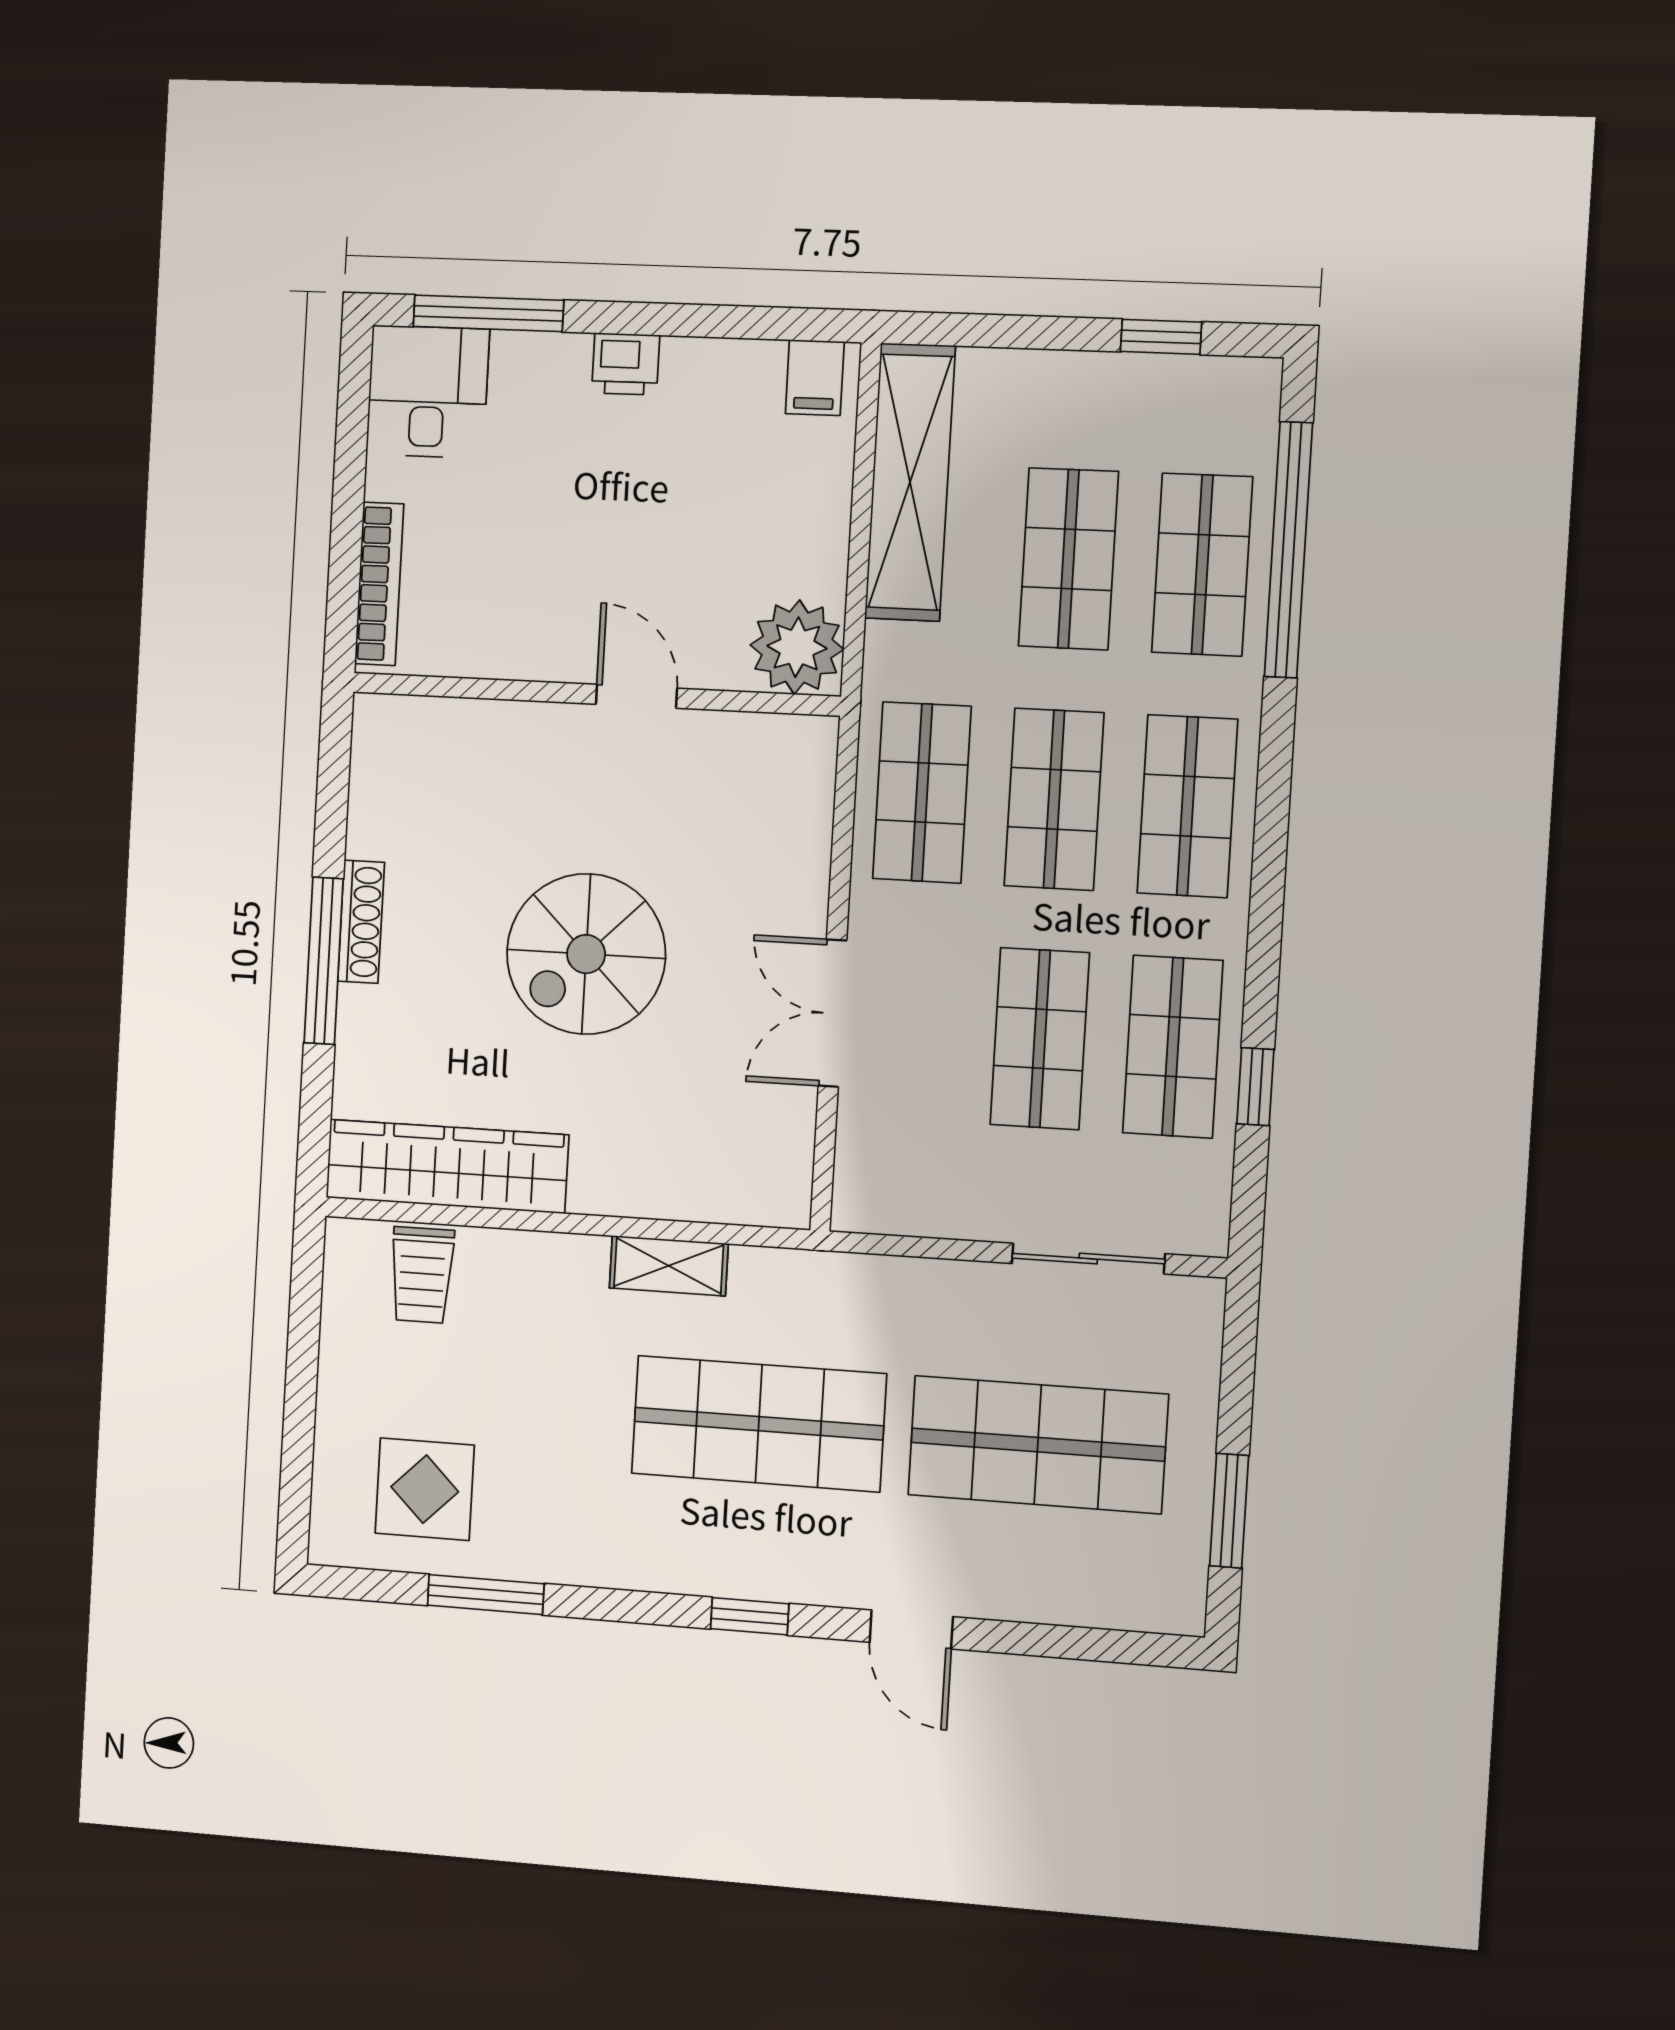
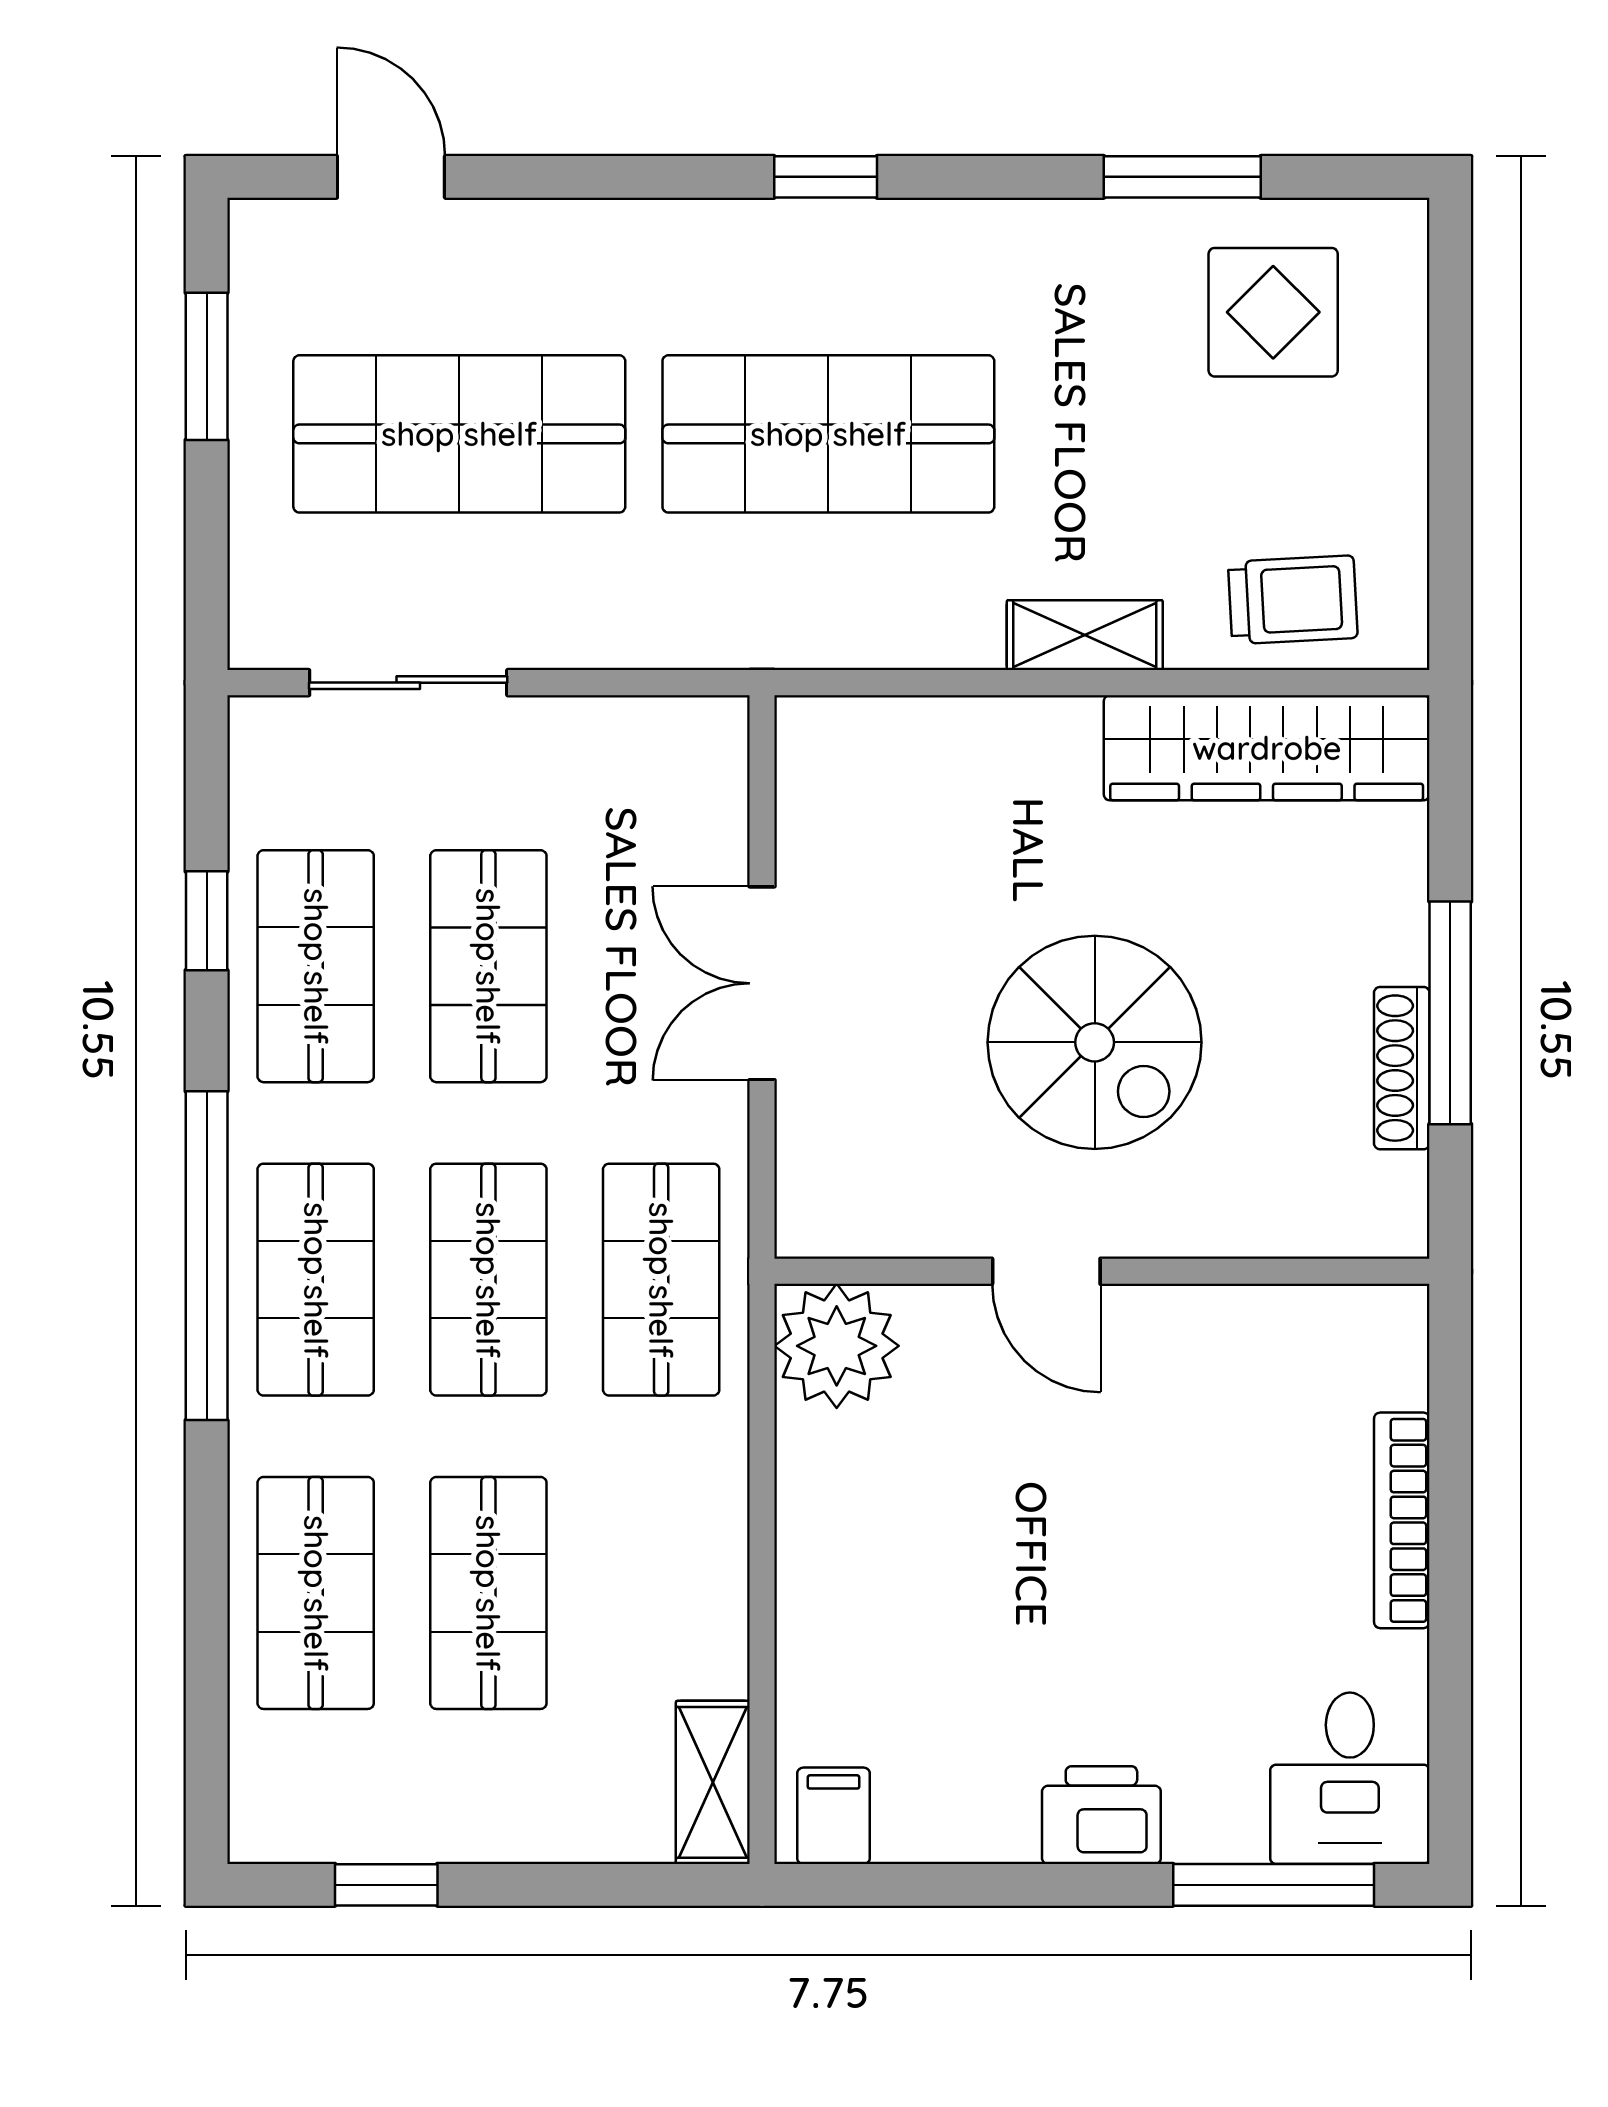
printer: (626, 364) -> (1101, 1815), width x1.36, depth x1.24
shelving: (910, 482) -> (713, 1782), width x0.45, depth x0.75
window: (1288, 550) -> (207, 1256), moved
plant: (797, 647) -> (837, 1346), moved
wall: (595, 694) -> (1102, 1271), moved
door: (636, 696) -> (1046, 1271), moved
spiral stairs: (586, 954) -> (1095, 1042), turned 90
double door: (832, 1013) -> (762, 983), swing flipped
shelving: (669, 1266) -> (1085, 635), moved
trolley: (422, 1275) -> (1293, 600), turned 87
door: (911, 1630) -> (391, 177), moved

